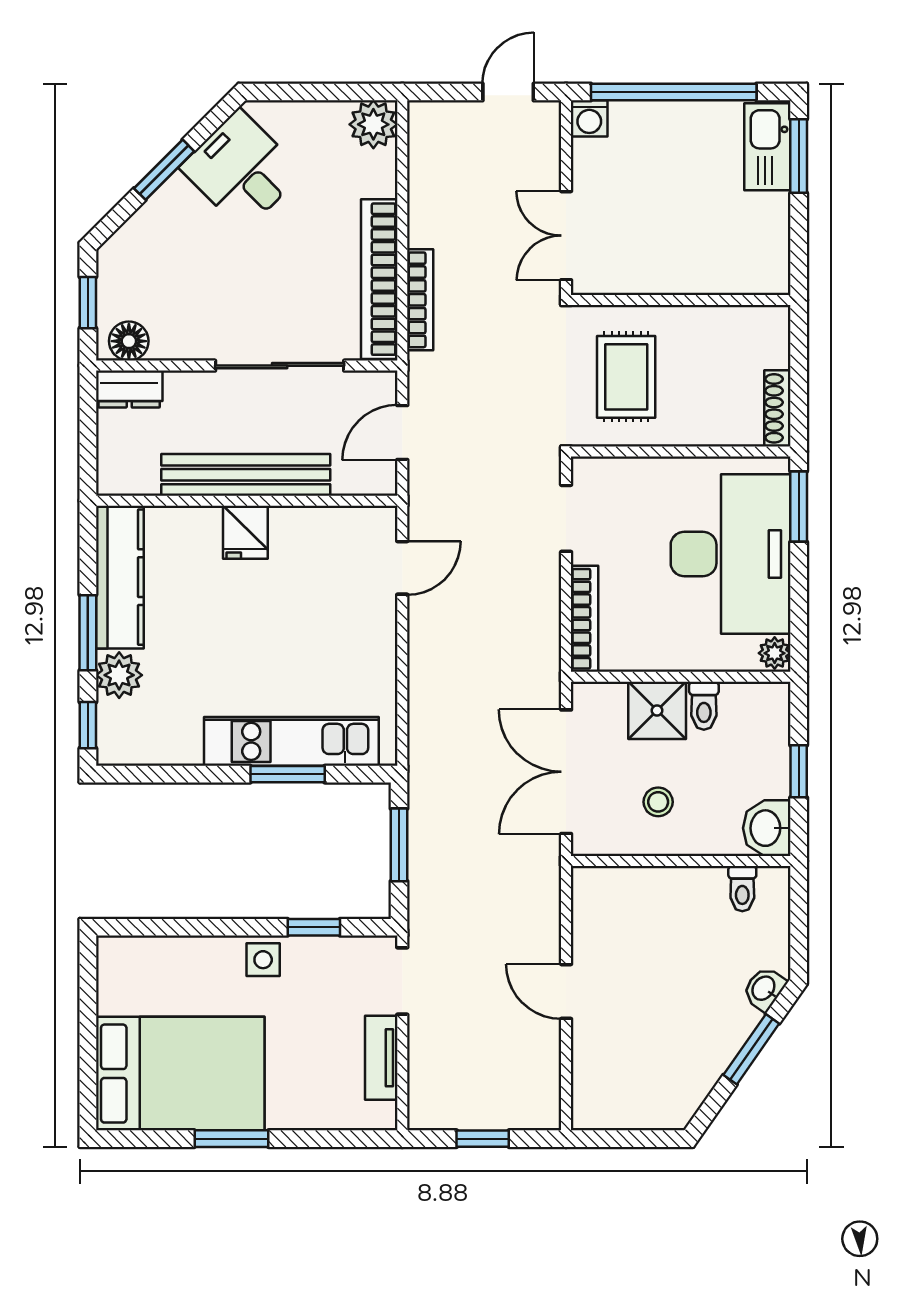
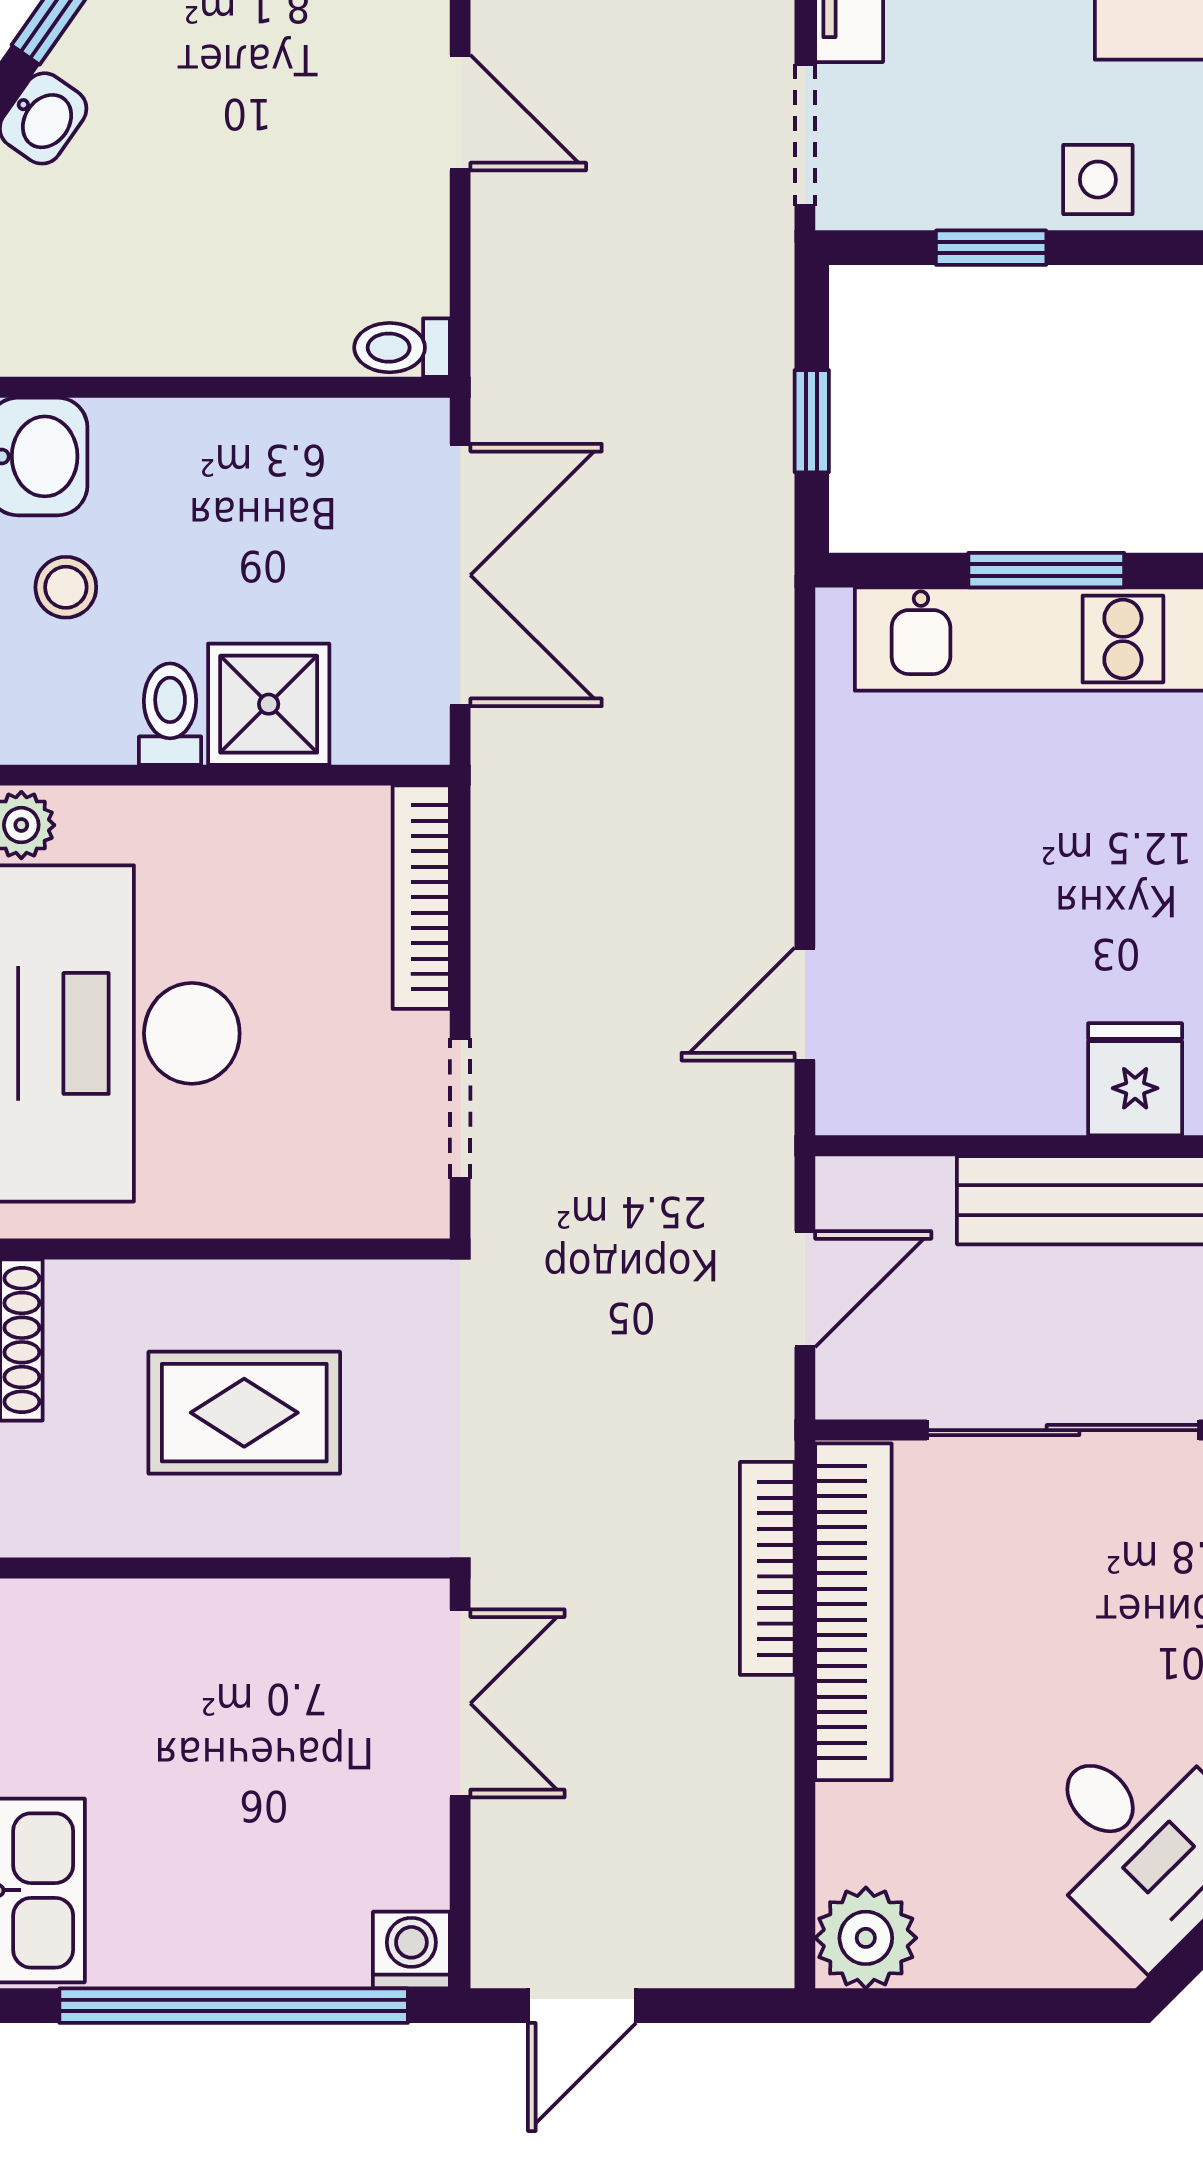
rug: (626, 377) -> (244, 1413), moved, turned 90
stool: (658, 802) -> (66, 587), moved
window: (399, 845) -> (812, 421), width x0.67
toilet: (742, 889) -> (402, 348), moved, turned -90

